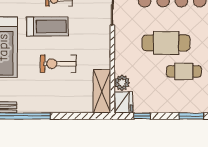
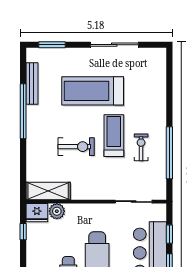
treadmill: (47, 26) -> (114, 136), turned 180
exercise bike: (58, 64) -> (76, 147), turned 90

